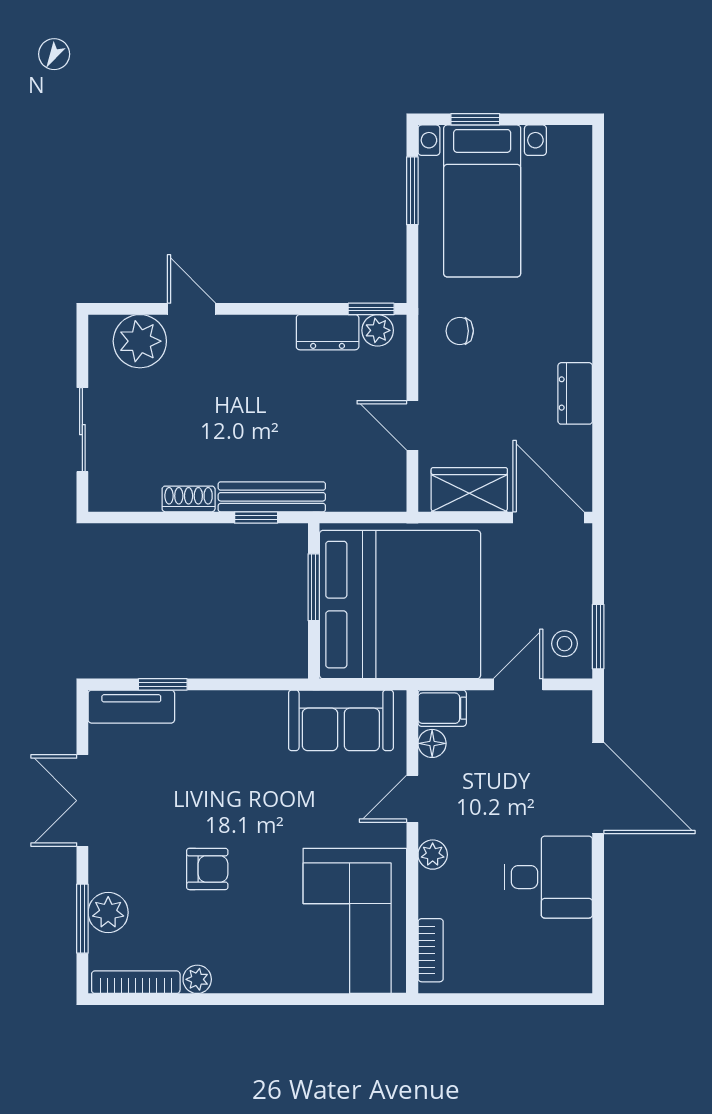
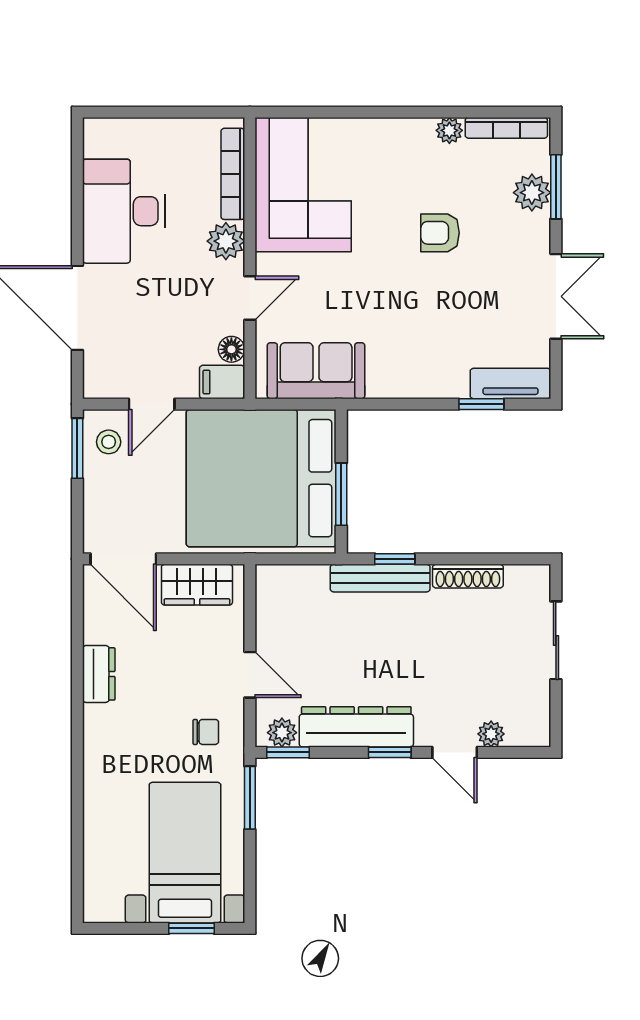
window: (412, 191) -> (250, 798), moved
window: (262, 309) -> (390, 752), added
dresser: (328, 332) -> (356, 727), width x1.96, depth x1.24
plant: (140, 341) -> (491, 734), width x0.53, depth x0.53
door: (412, 425) -> (250, 675), moved
shoe rack: (189, 499) -> (468, 576), width x1.43
plant: (433, 855) -> (226, 241), width x1.38, depth x1.38
desk: (548, 877) -> (124, 211), width x1.37
bookcase: (431, 950) -> (233, 174), width x1.56

